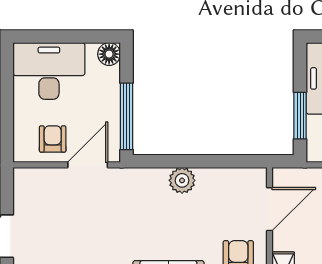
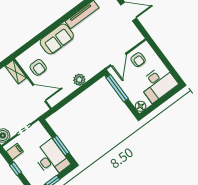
window: (300, 116) -> (61, 146), moved
door: (270, 209) -> (39, 93), swing flipped

